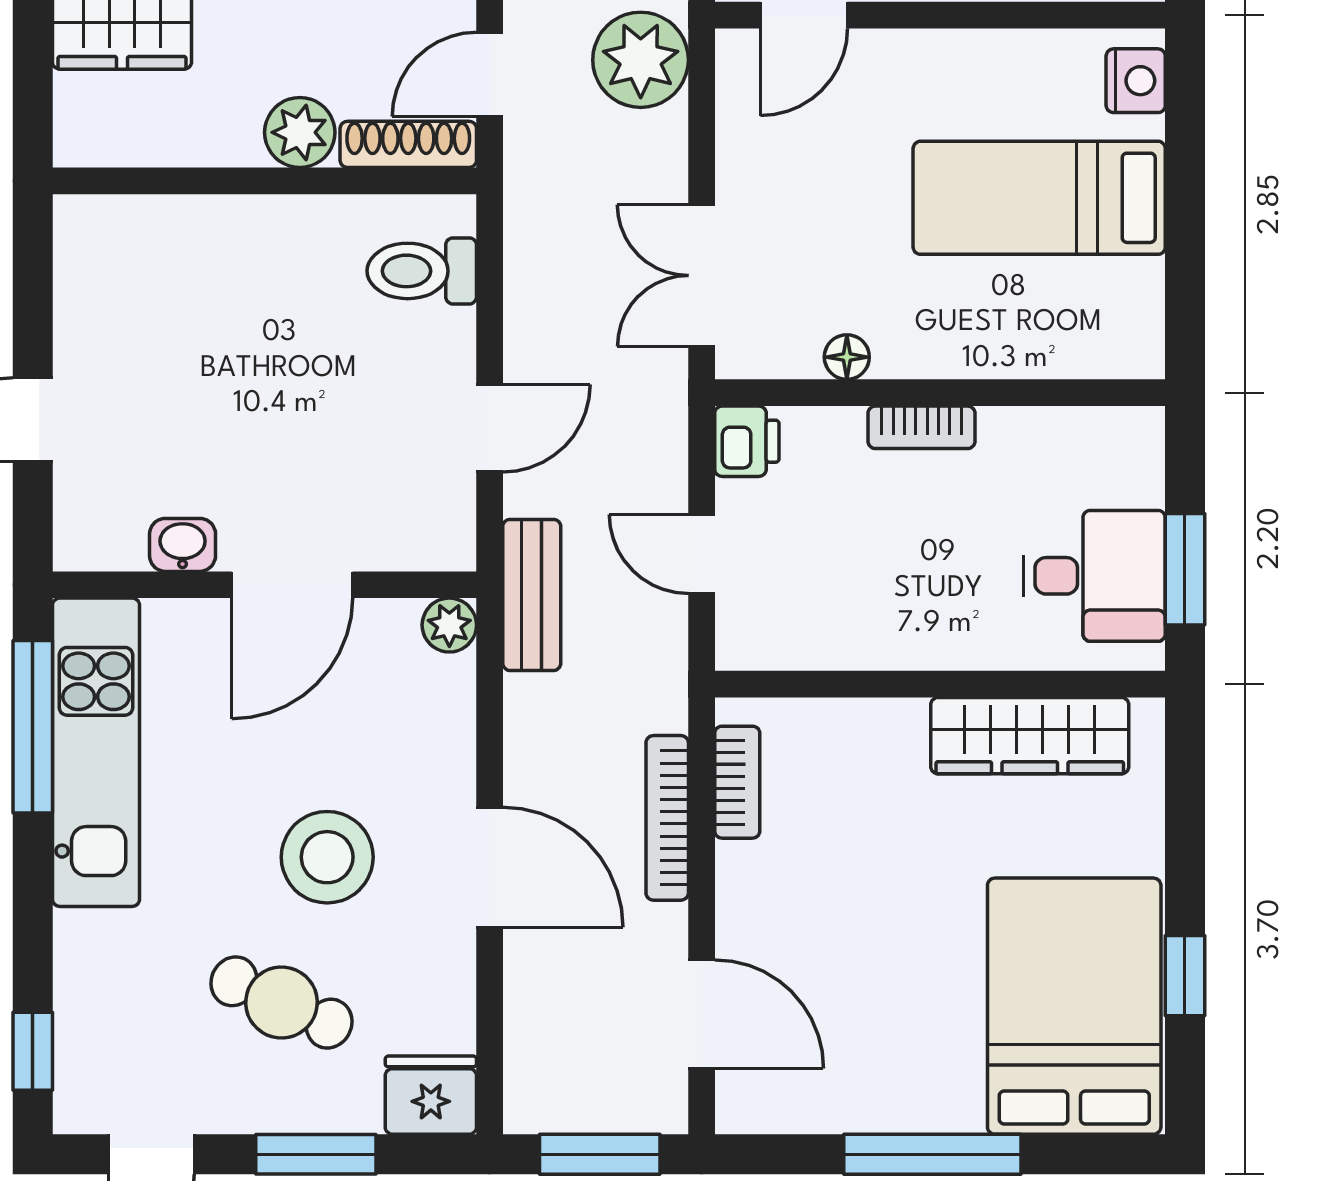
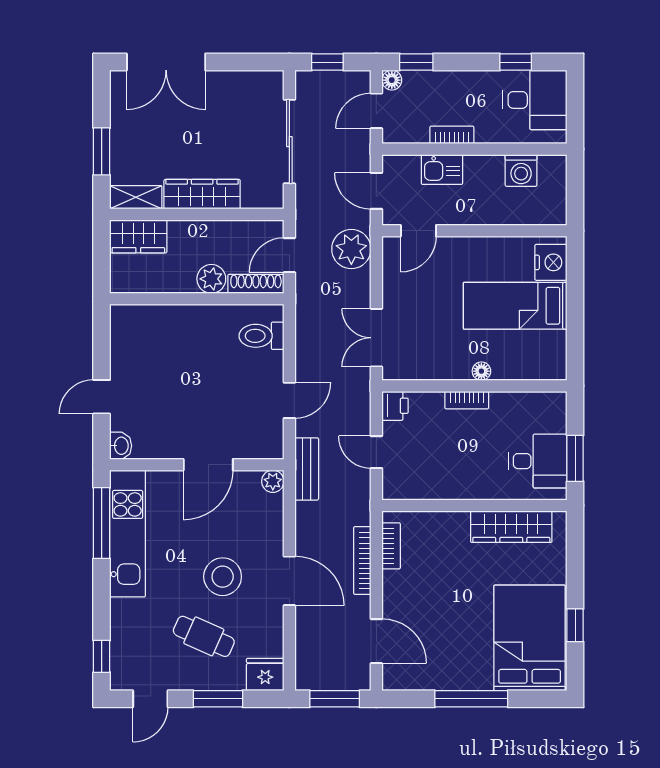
nightstand: (1136, 81) -> (551, 262), width x1.36, depth x1.33
floor lamp: (847, 357) -> (481, 371), moved
washbasin: (183, 545) -> (121, 446), moved, turned 90

